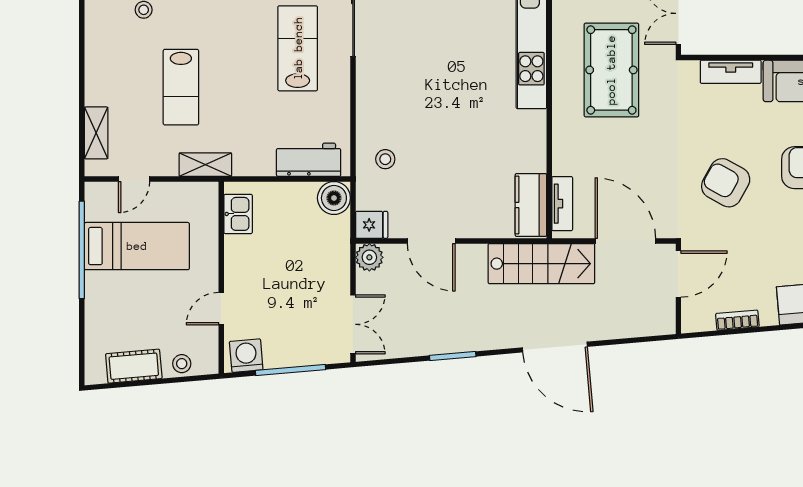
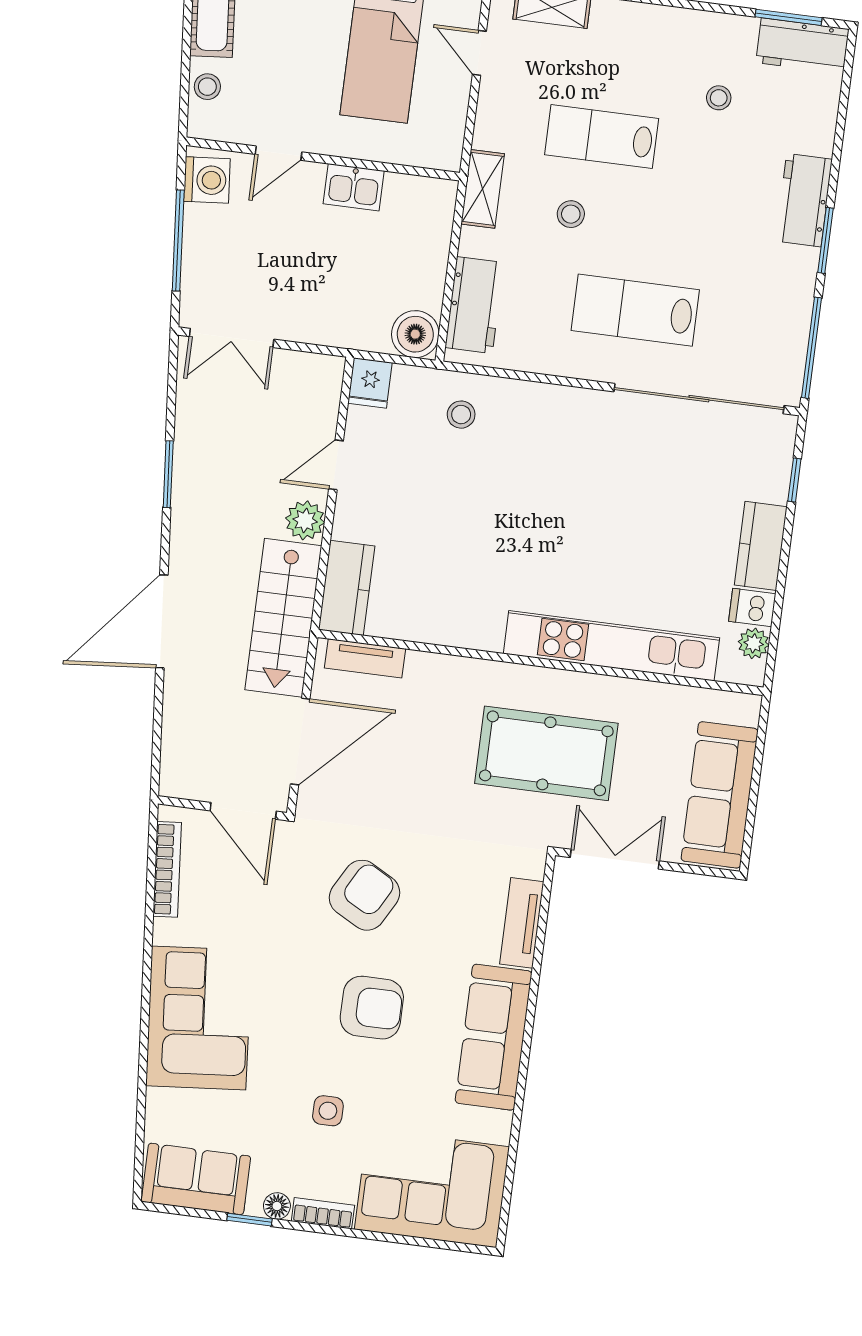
lab bench: (298, 48) -> (635, 310), turned 180
stool: (237, 101) -> (571, 214), added
shelving: (205, 165) -> (483, 189), moved
kitchen counter: (531, 205) -> (347, 588), moved, turned 90
kitchen sink: (238, 214) -> (354, 187), moved
door: (431, 241) -> (336, 465), width x0.73
plant: (369, 257) -> (305, 520), moved
door: (221, 309) -> (278, 153), swing flipped
bookcase: (737, 320) -> (167, 869), width x1.56

